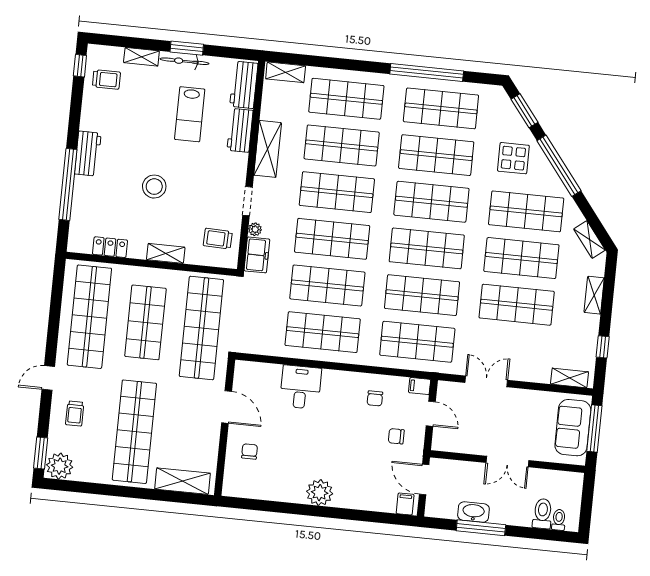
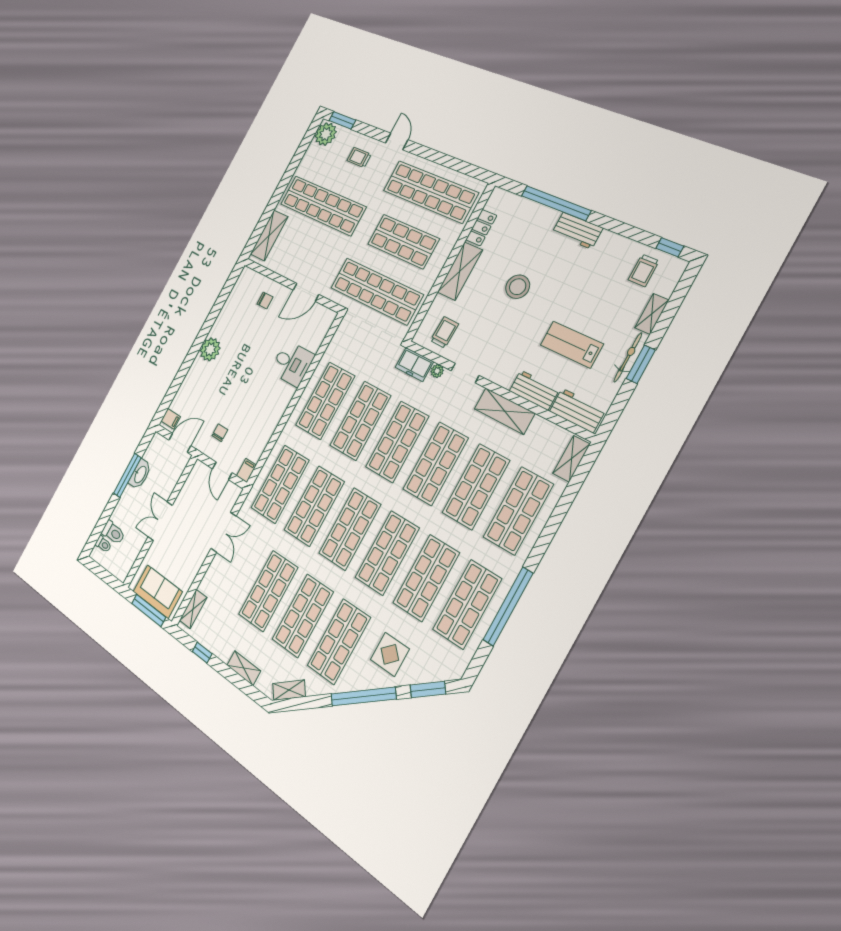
shelving: (166, 253) -> (460, 271), width x1.50, depth x1.33
chair: (375, 398) -> (255, 426), removed
door: (431, 414) -> (222, 471), hinge flipped

